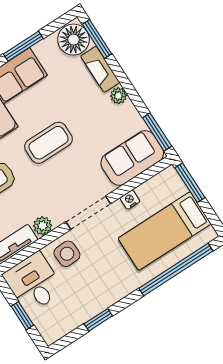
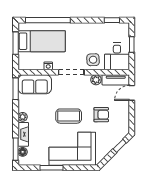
floor lamp: (73, 40) -> (23, 152), width x0.53, depth x0.53
window: (190, 183) -> (16, 43), moved
window: (98, 320) -> (112, 20), moved

